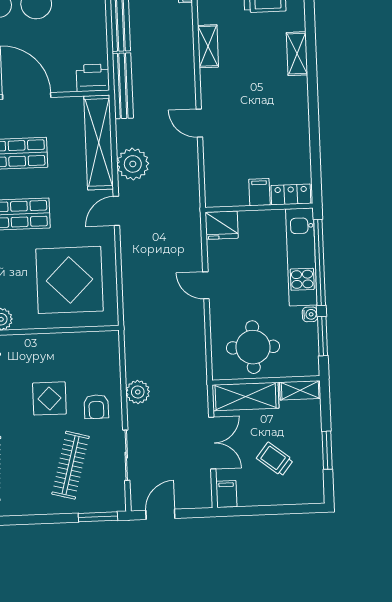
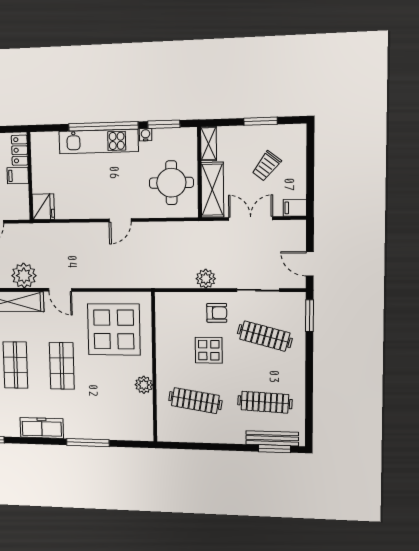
filing cabinet: (259, 192) -> (18, 176), moved
locker: (291, 194) -> (20, 150), moved
wall: (259, 208) -> (30, 176), moved
fridge: (222, 225) -> (43, 207), moved

